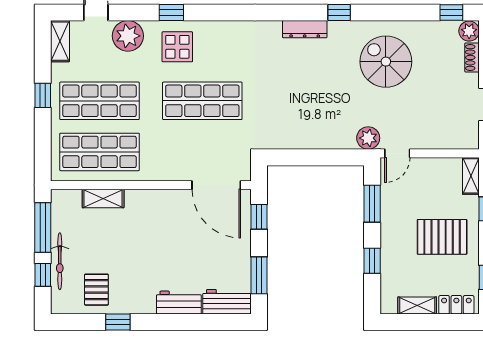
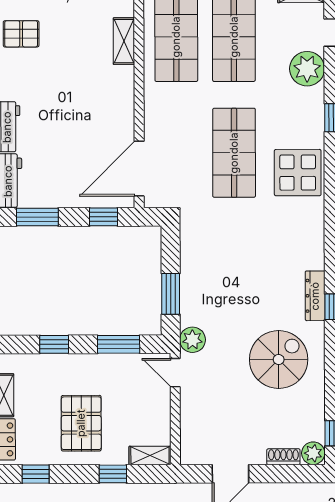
dresser: (305, 29) -> (315, 296), moved
display table: (177, 47) -> (298, 173), moved, width x1.36, depth x1.36
window: (328, 157) -> (171, 294), added

